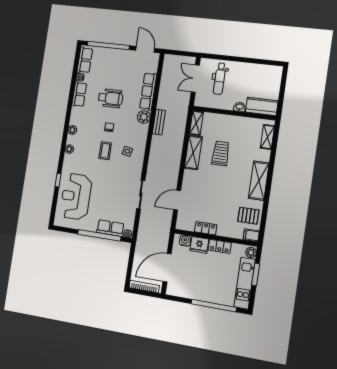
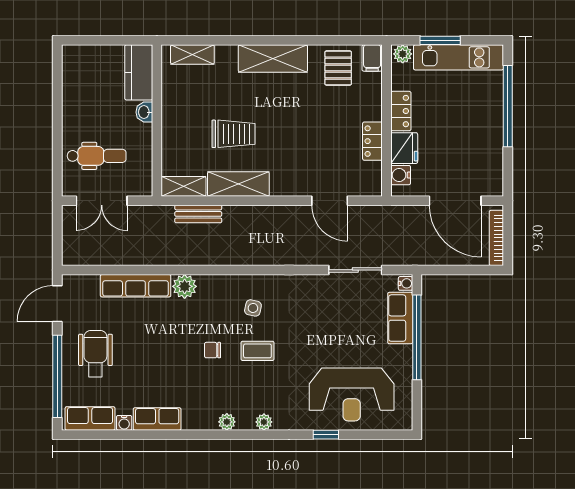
wheelchair: (110, 98) -> (95, 354), moved
bench: (159, 122) -> (198, 214), moved
trolley: (221, 154) -> (233, 134), turned 180
sliding door: (141, 195) -> (355, 270), moved

